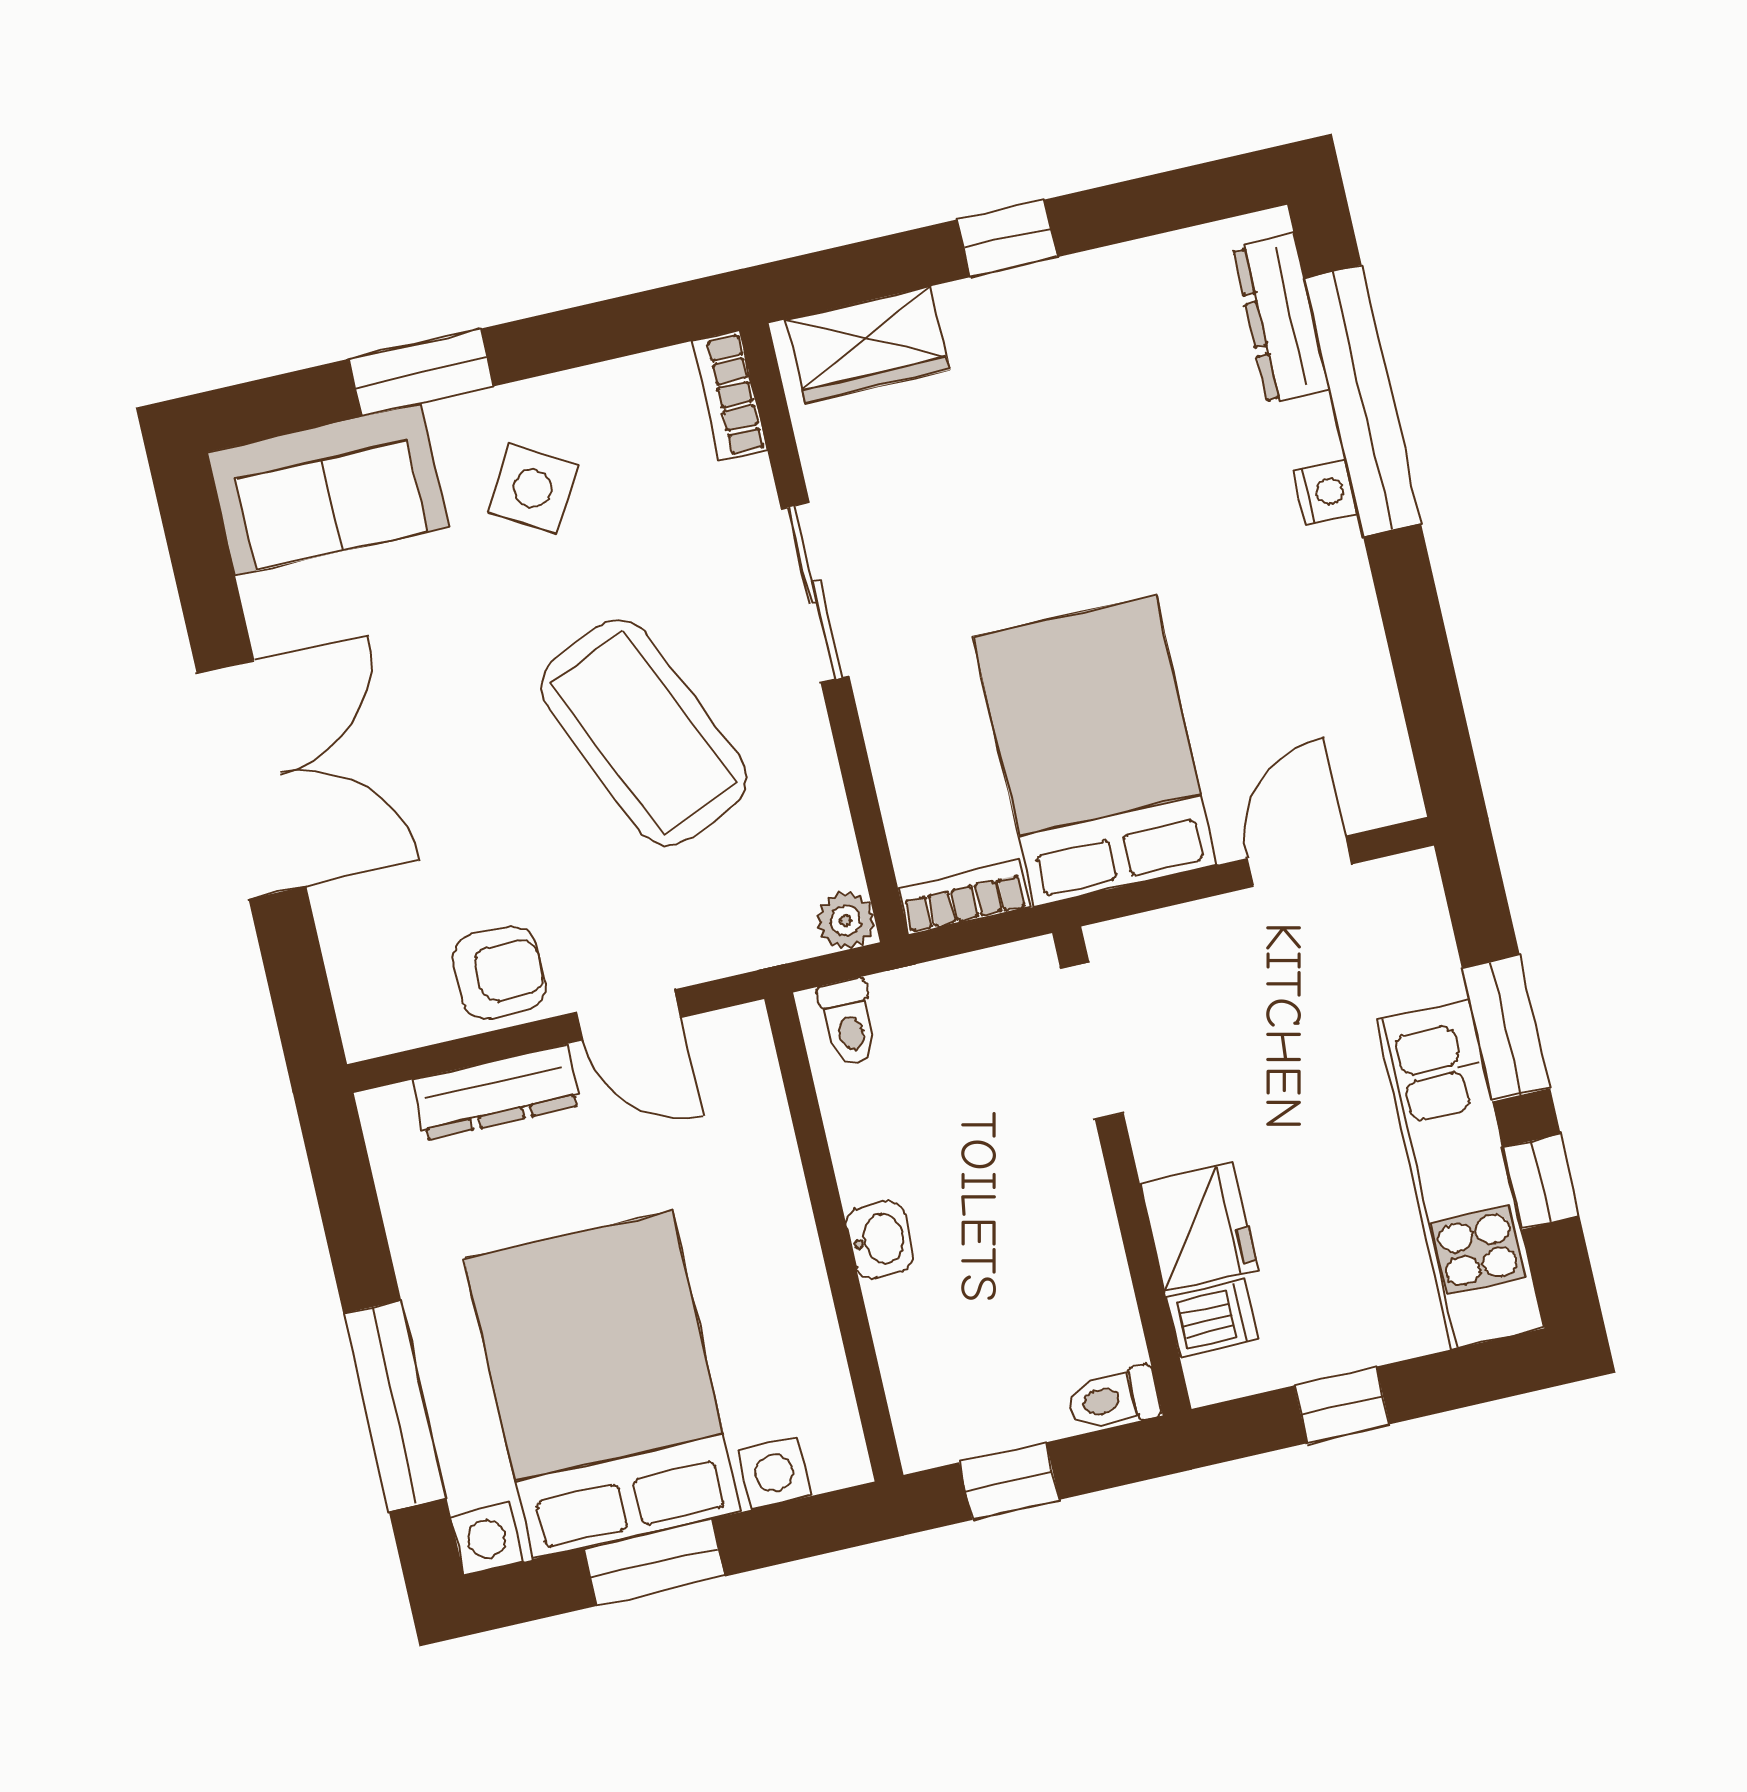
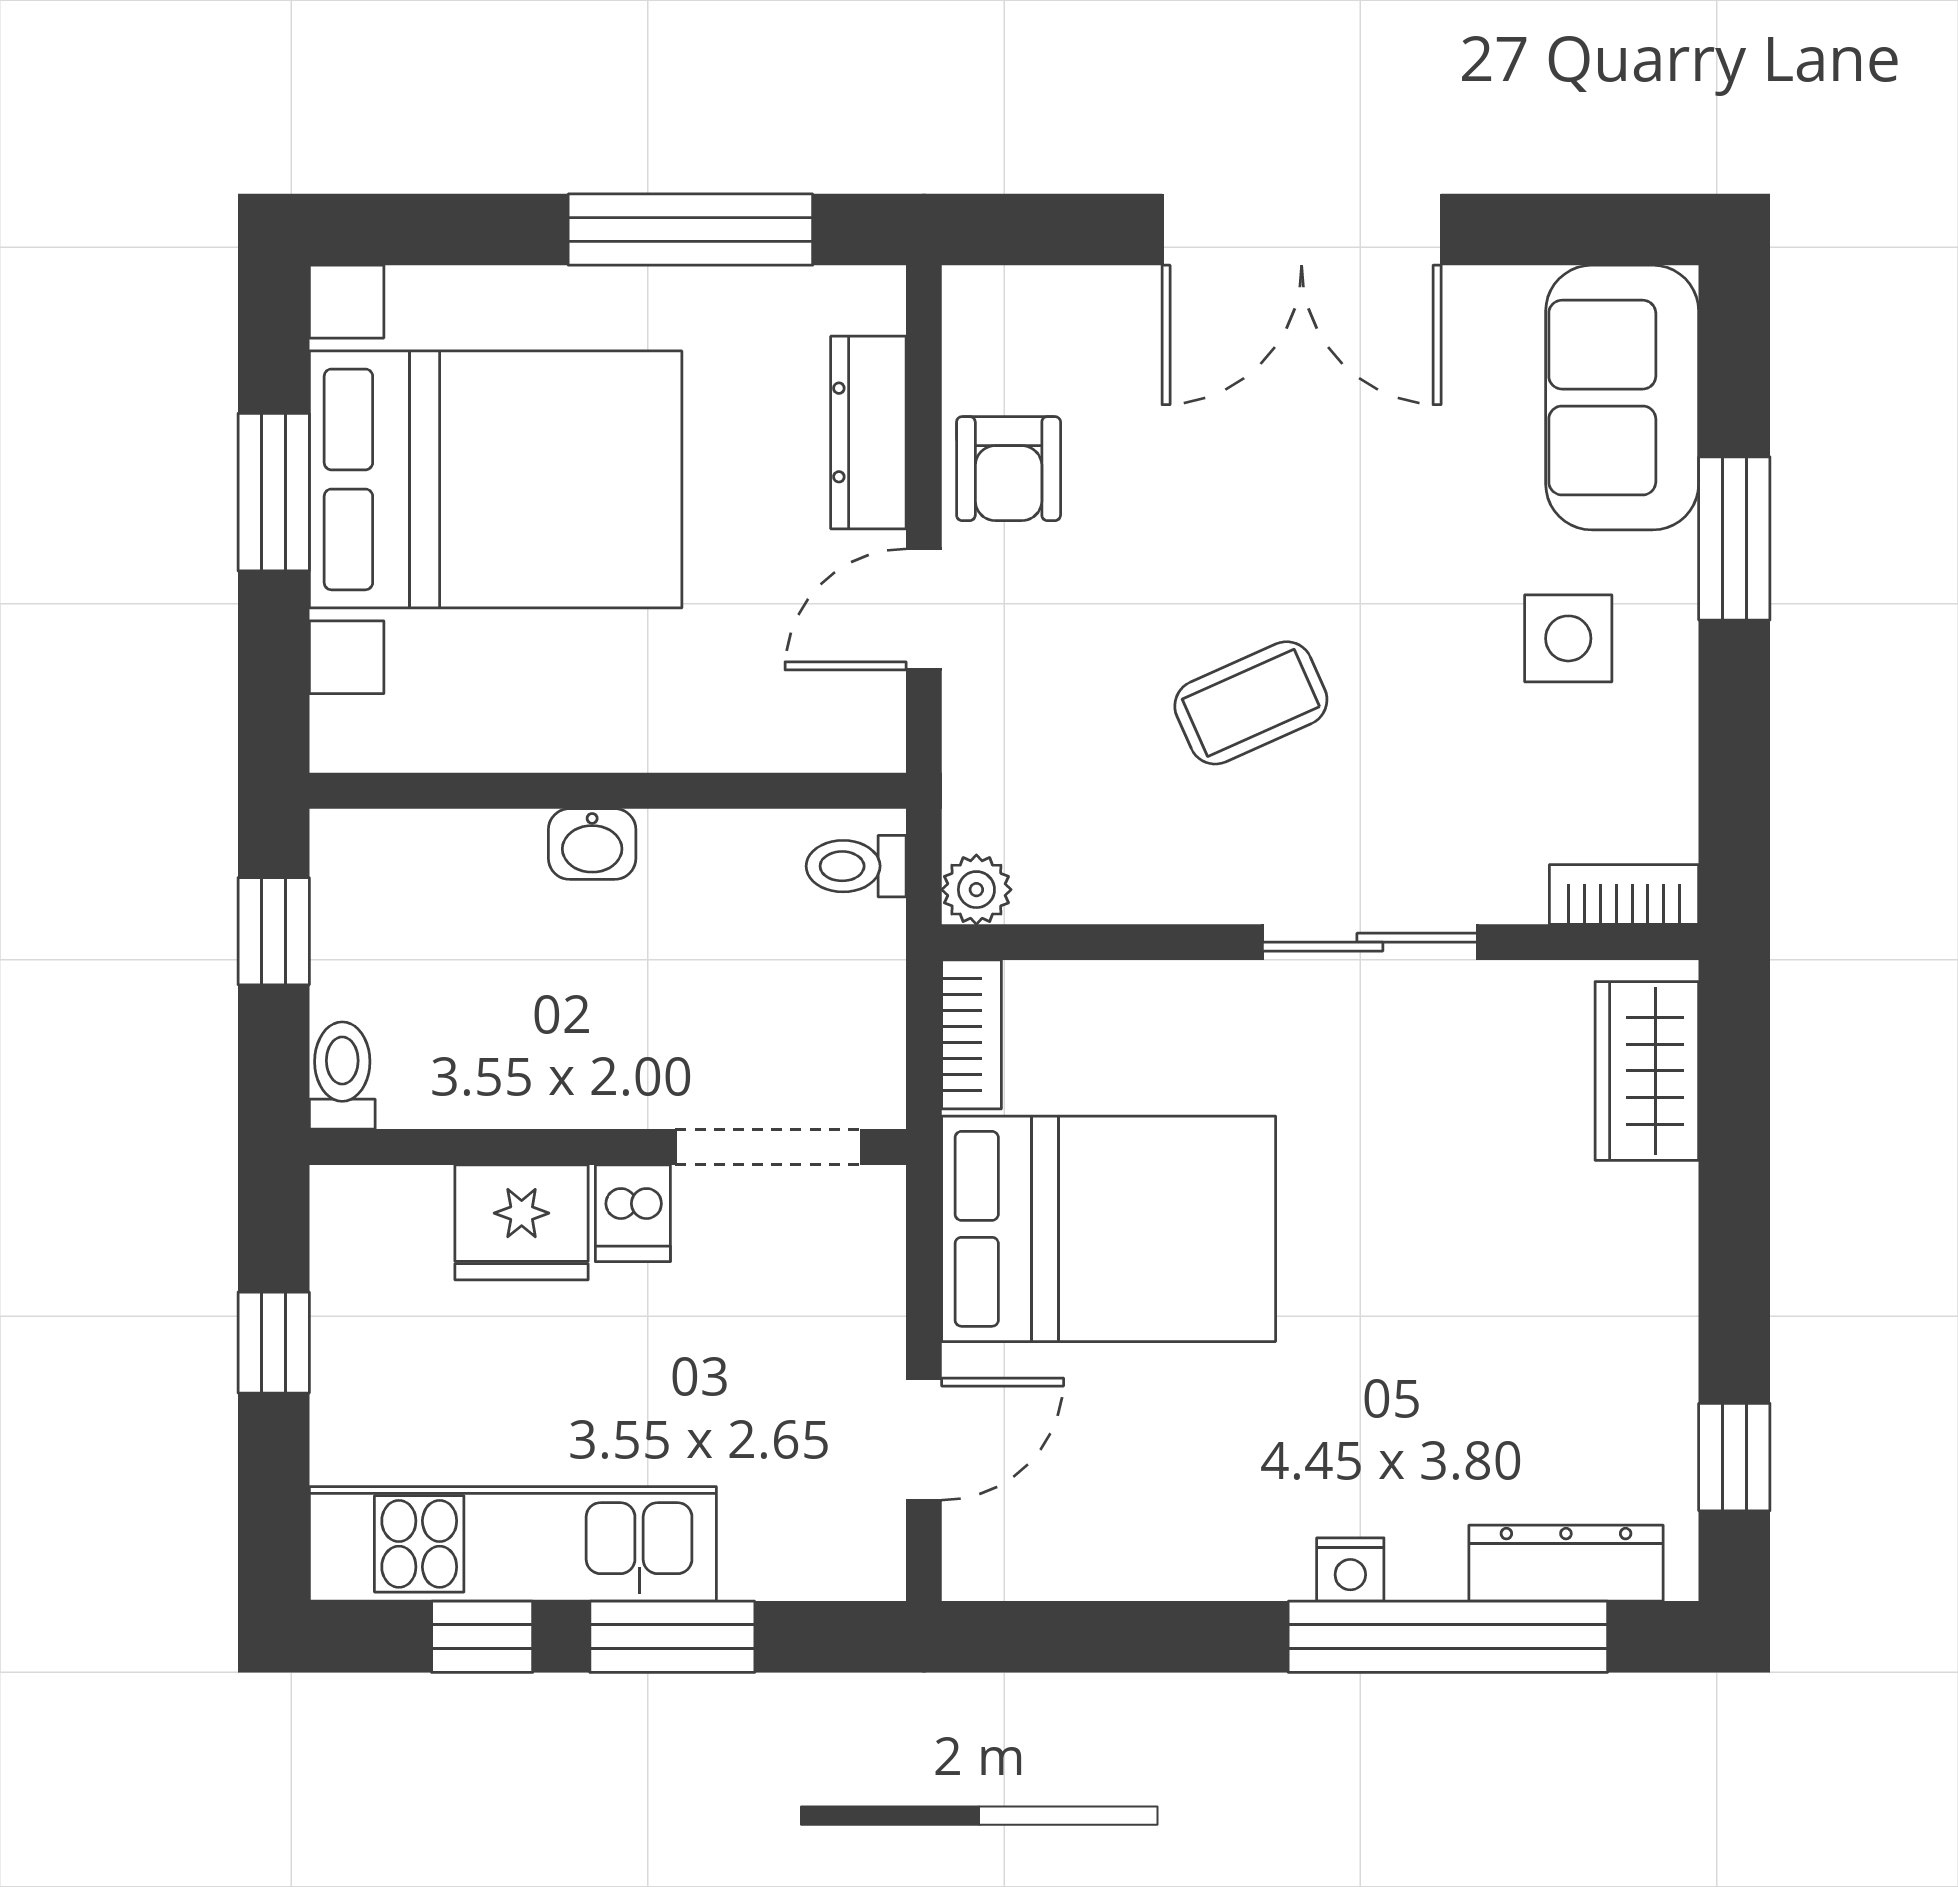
window: (1007, 238) -> (1734, 1457), moved
side table: (533, 488) -> (1568, 638), turned -30
coffee table: (644, 733) -> (1251, 703), width x0.54, depth x0.58
door: (1300, 861) -> (924, 1439), hinge flipped
dishwasher: (1212, 1319) -> (633, 1213), moved
window: (395, 1406) -> (690, 230), moved

